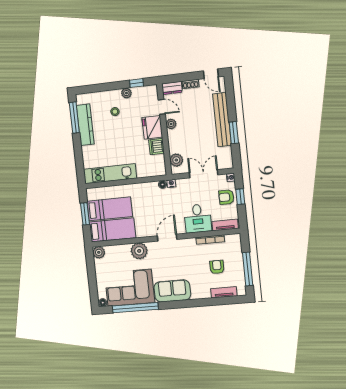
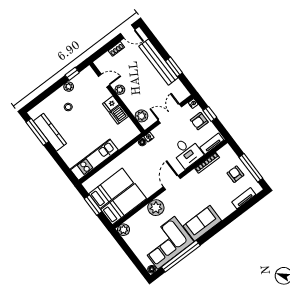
dresser: (172, 88) -> (103, 61), removed
fridge: (152, 127) -> (111, 104), width x0.53, depth x0.75
armchair: (217, 267) -> (235, 174), moved

